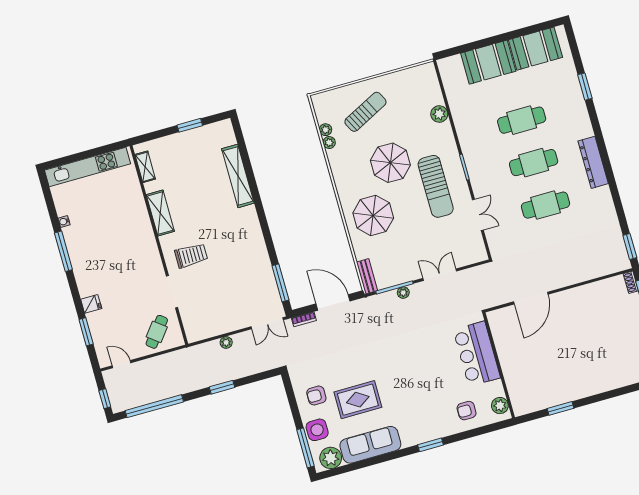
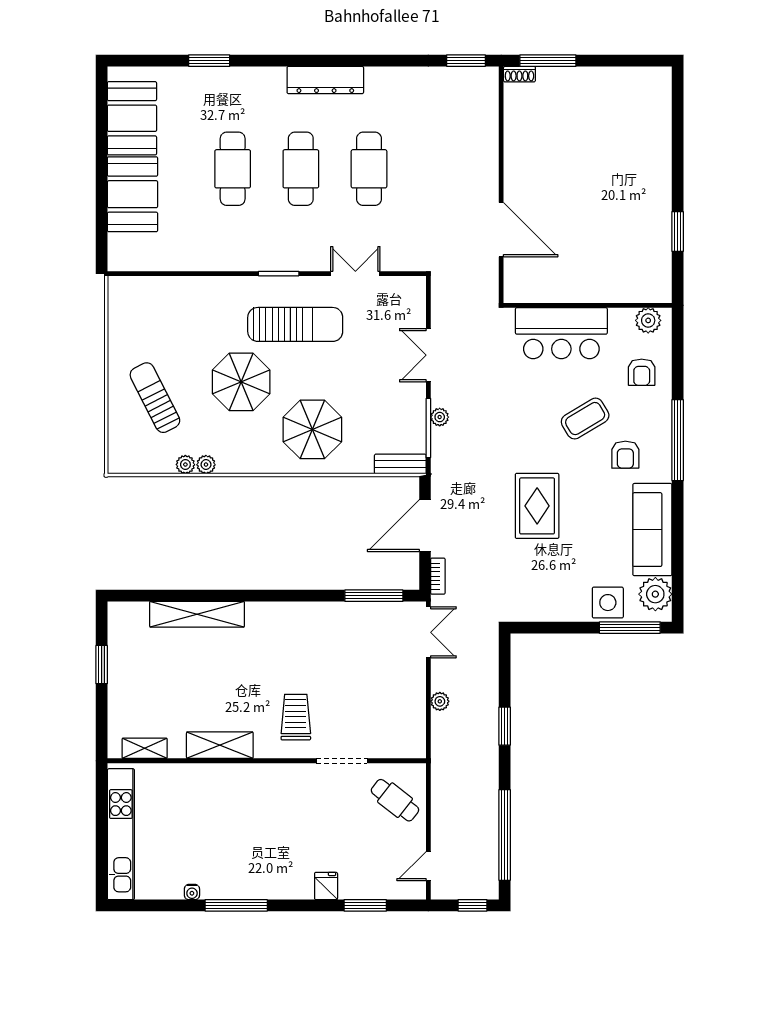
plant: (439, 114) -> (189, 289), removed
plant: (326, 130) -> (206, 465), moved
coffee table: (428, 383) -> (585, 419), added
armchair: (316, 396) -> (625, 455), moved
rug: (358, 400) -> (537, 506), moved
window: (431, 445) -> (678, 440), width x2.11

